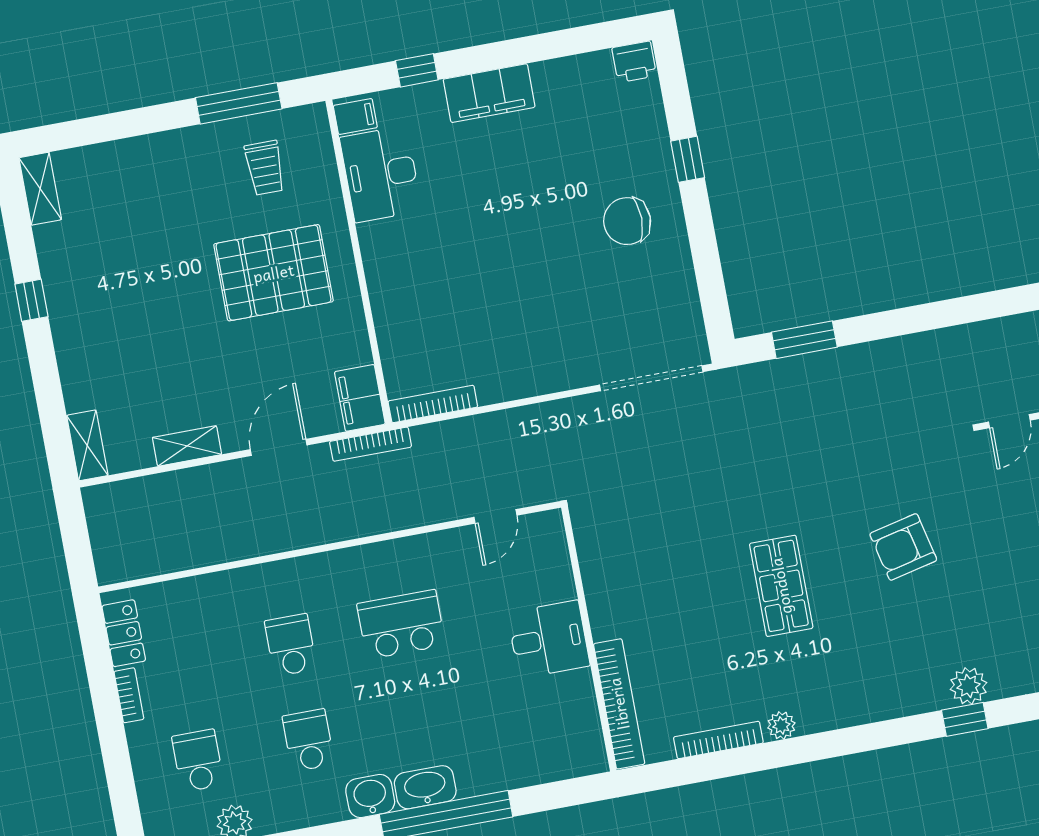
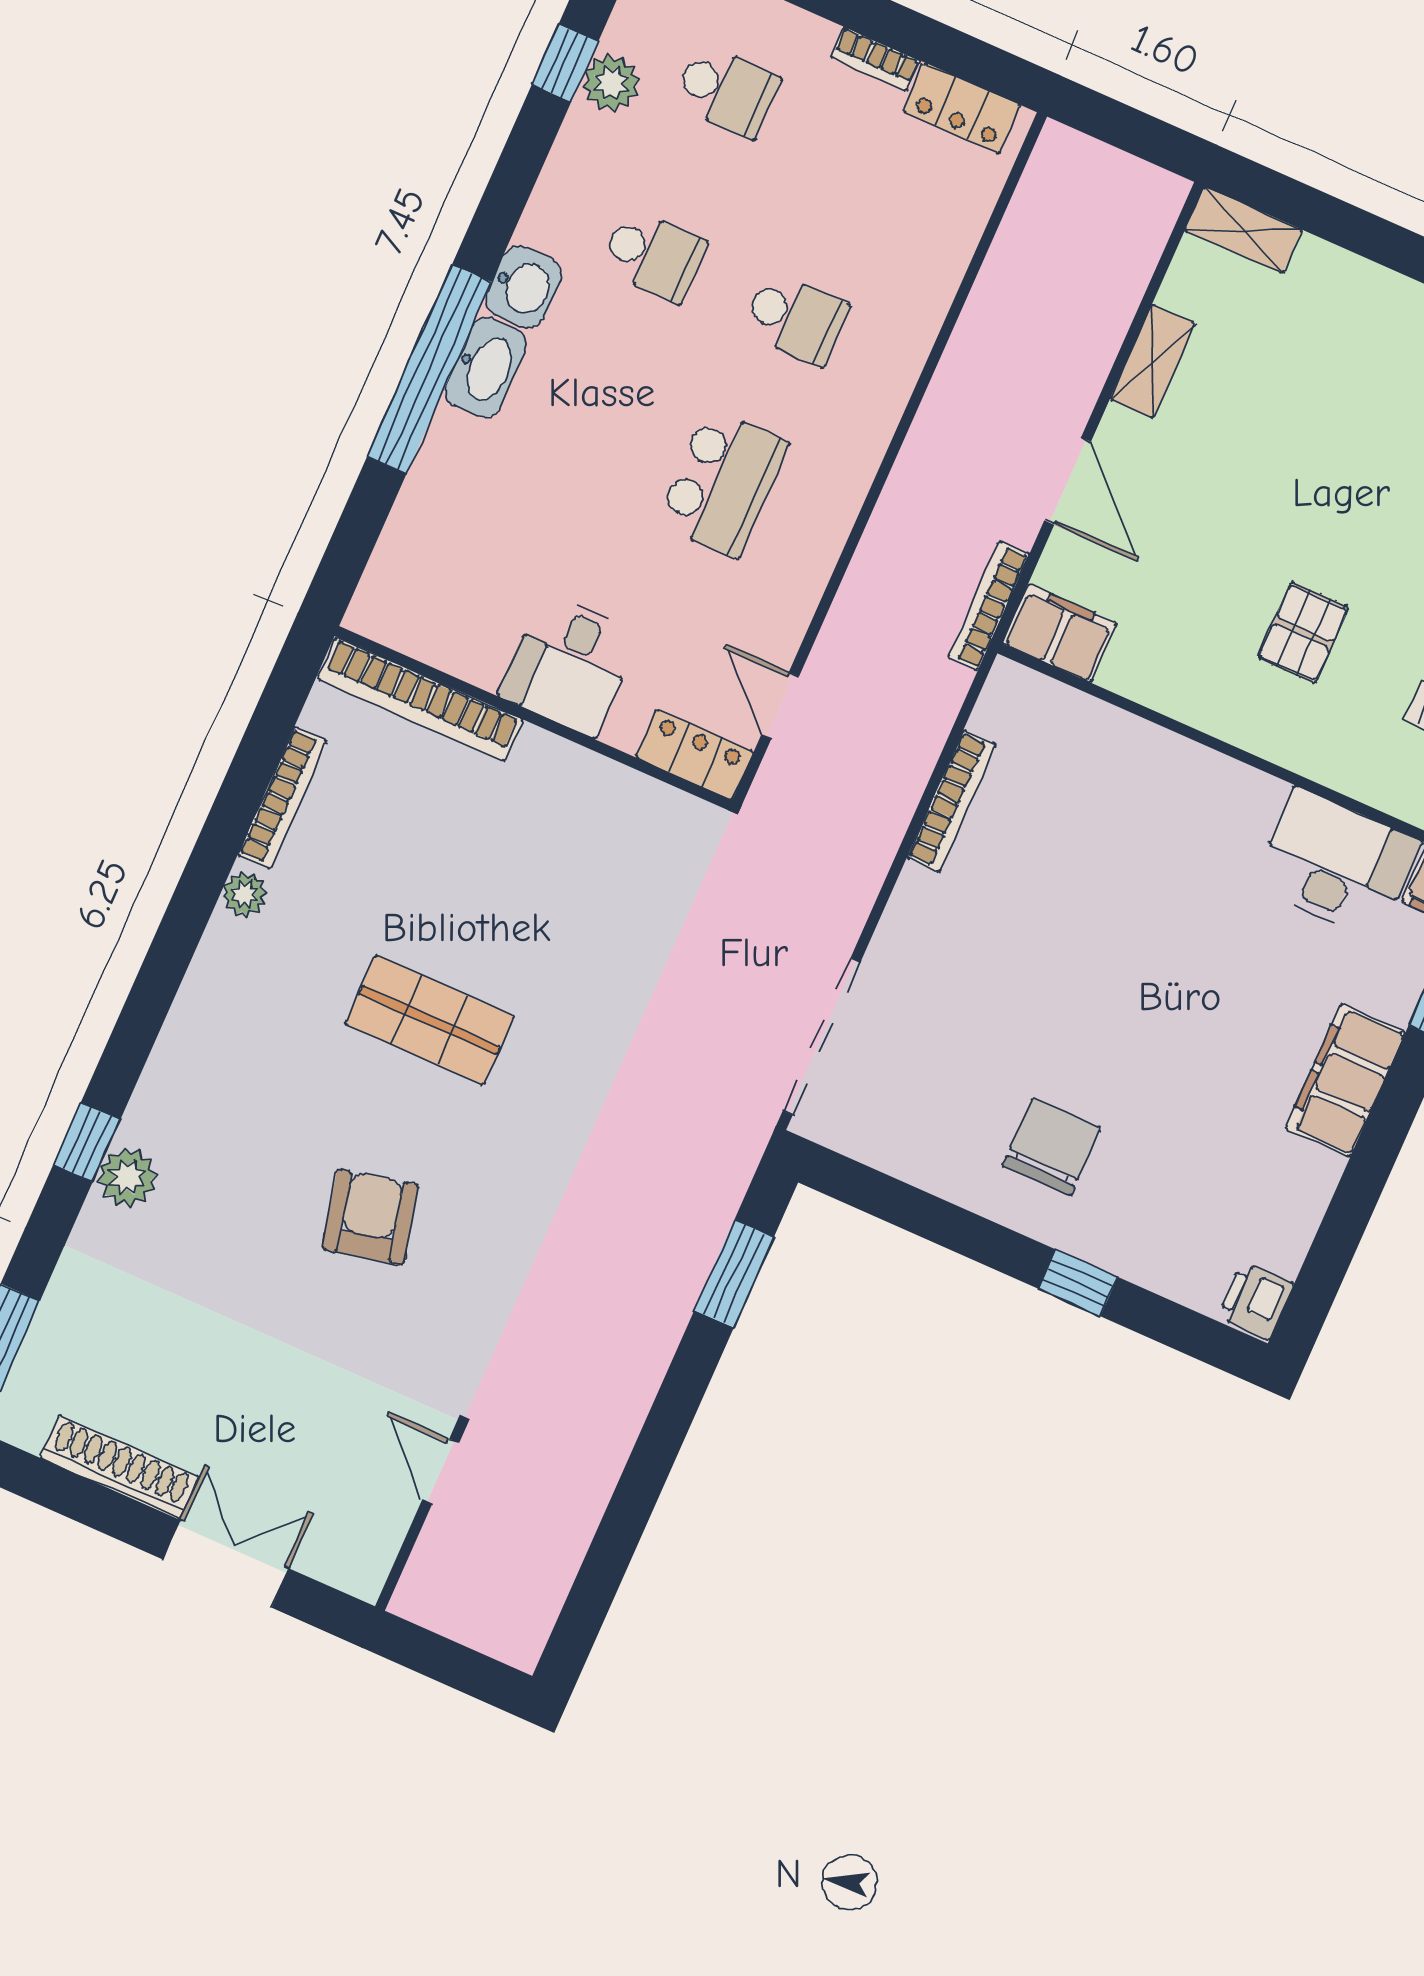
pallet: (274, 273) -> (1303, 633), width x0.49, depth x0.50
bookcase: (433, 404) -> (951, 801), moved
locker: (551, 543) -> (695, 755), added

